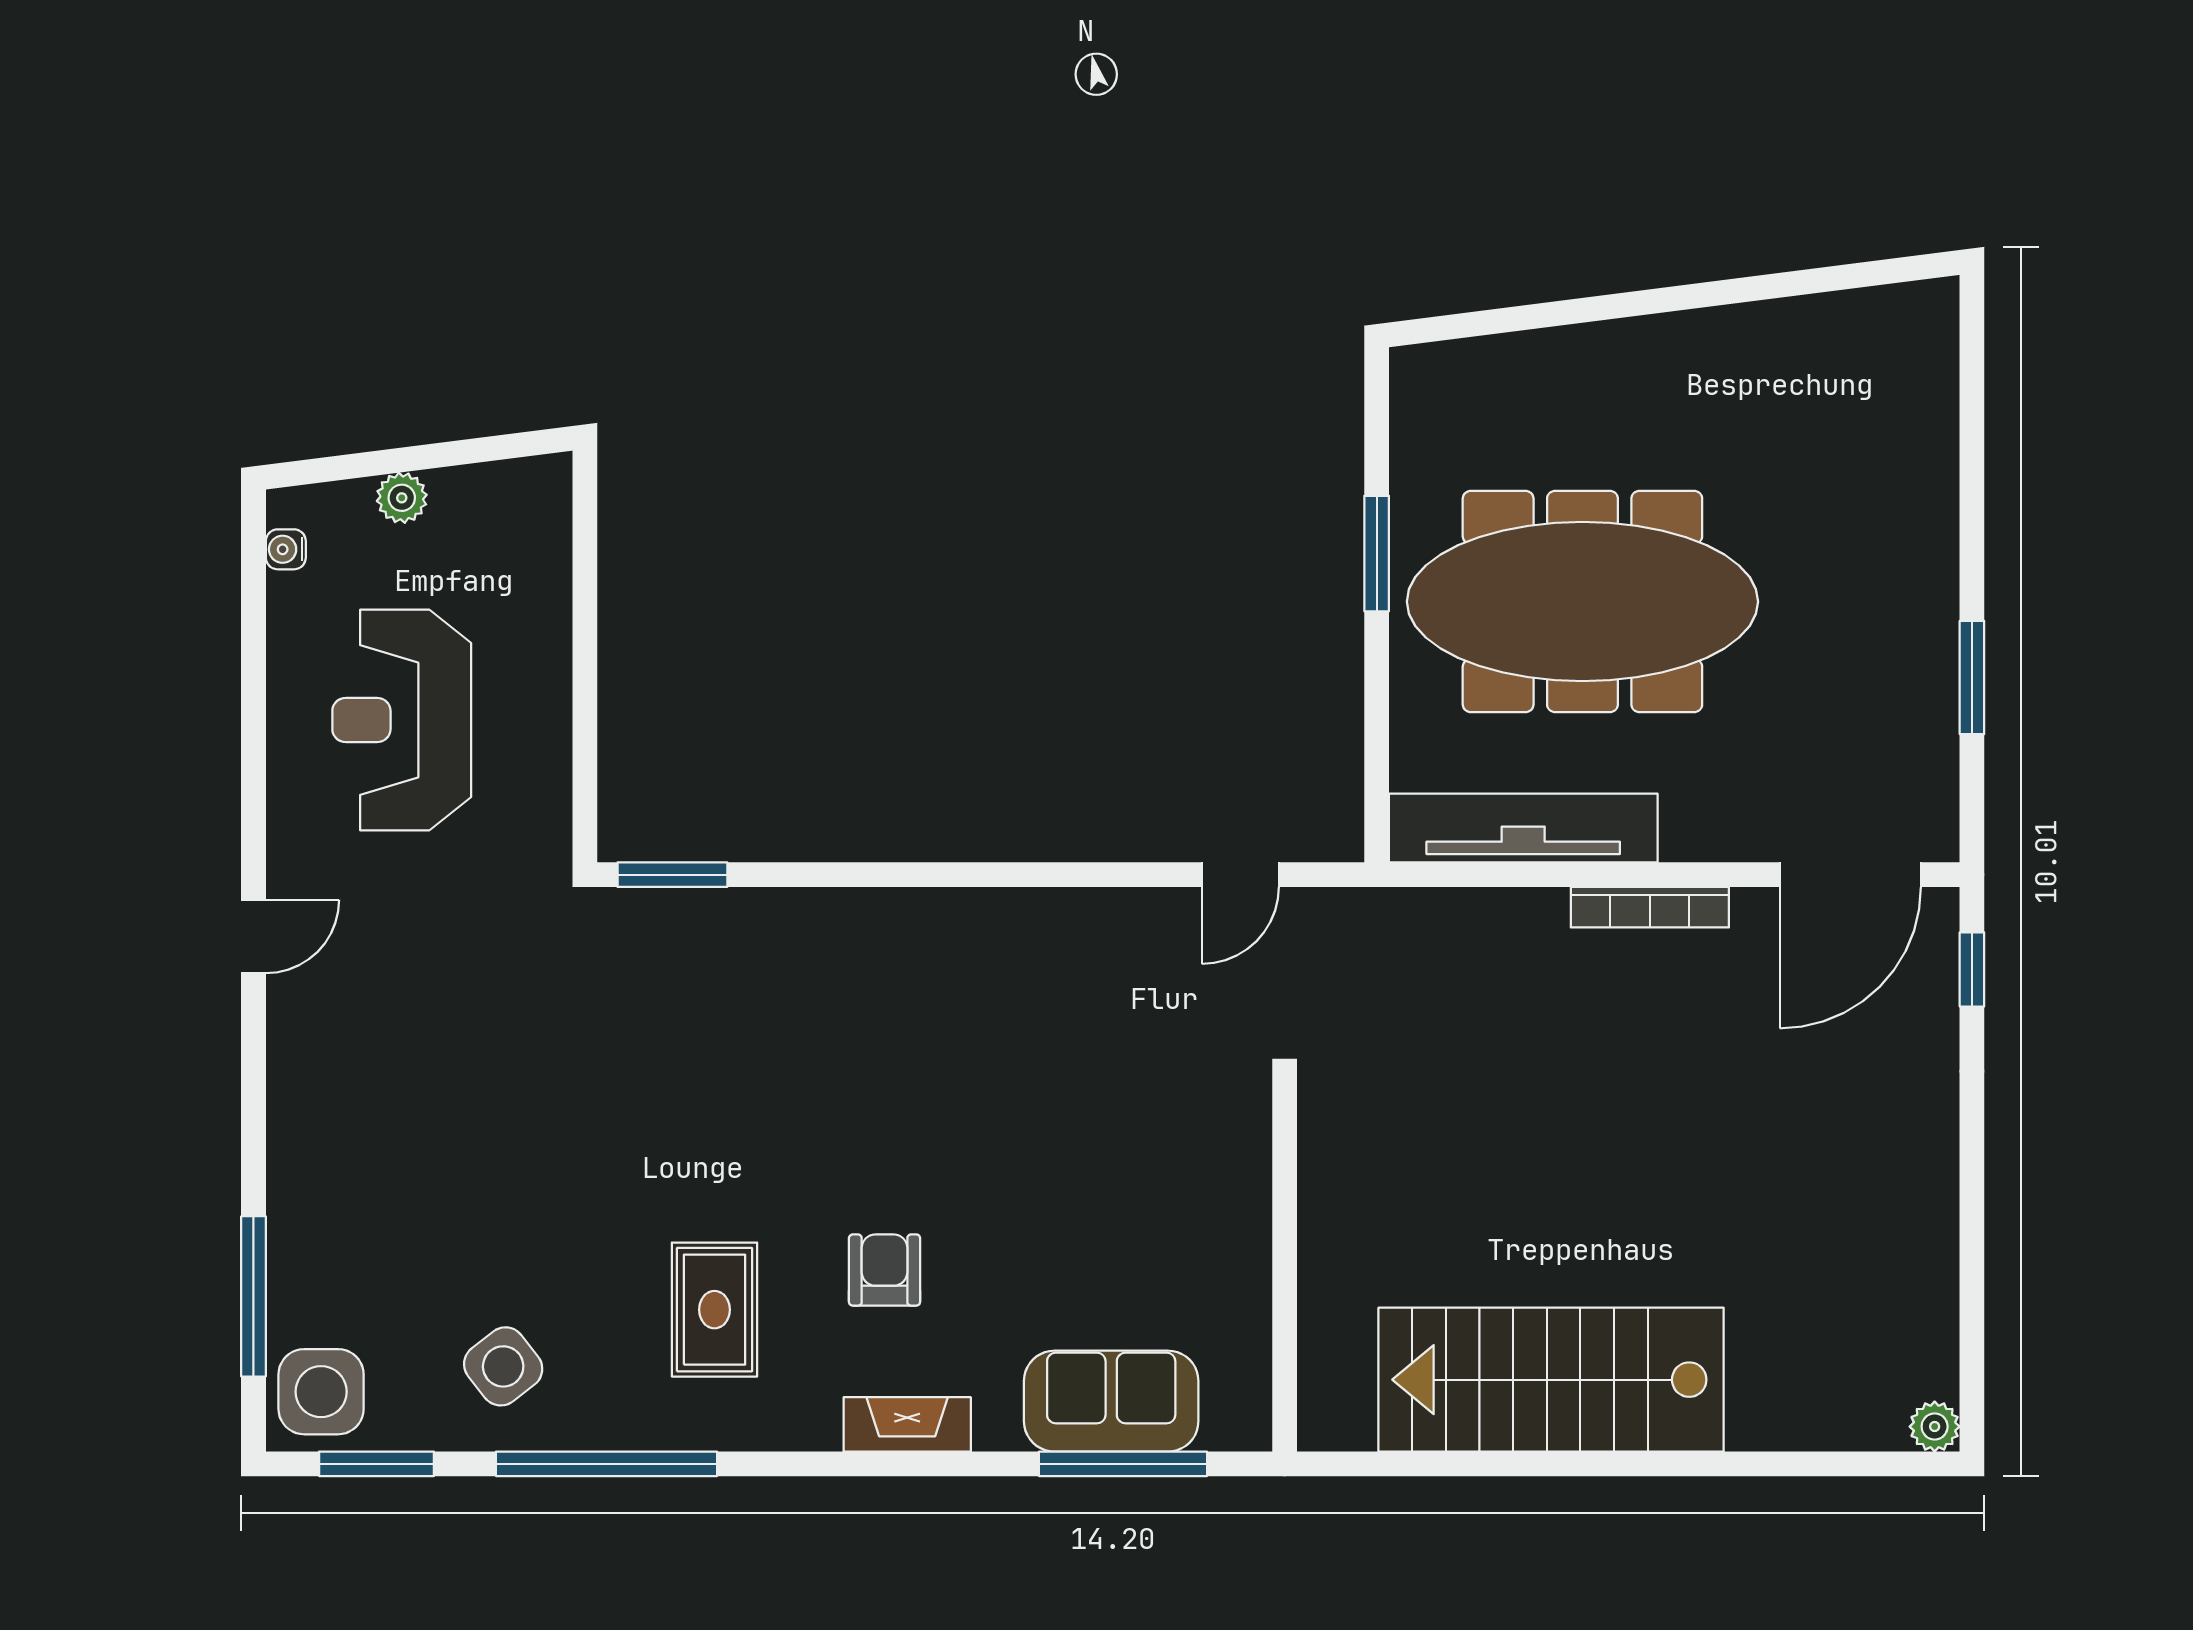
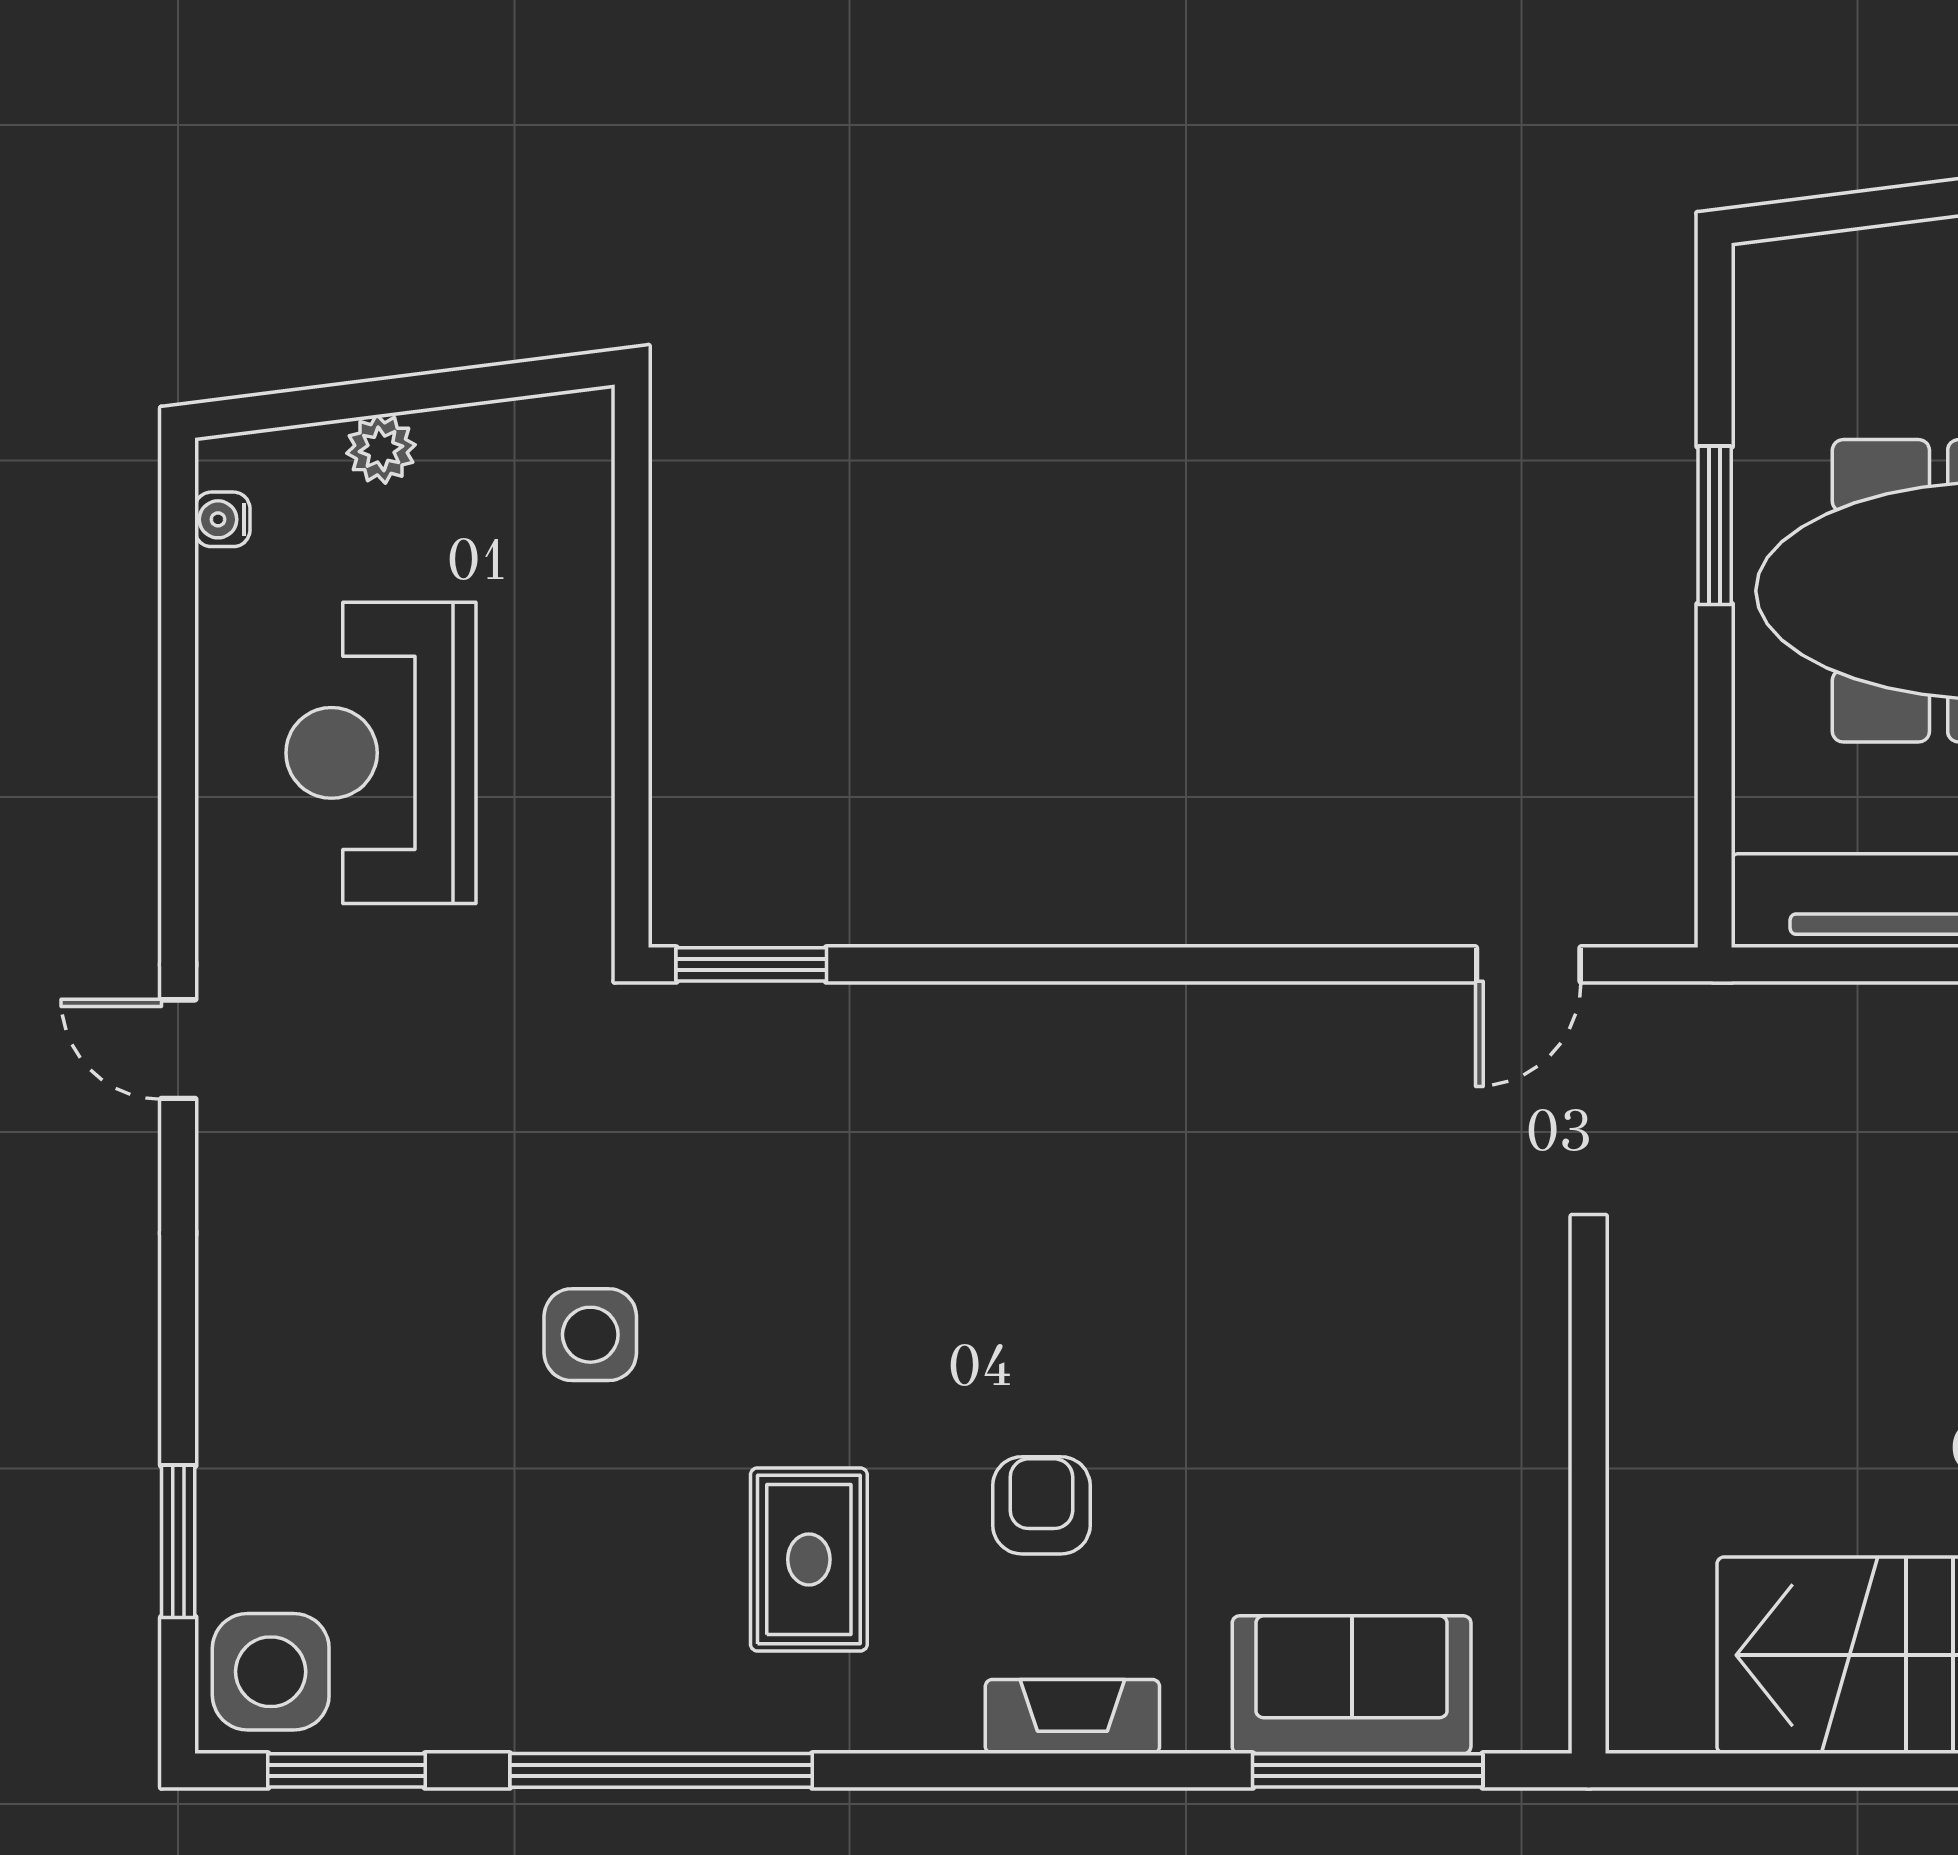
door: (253, 937) -> (178, 1049), swing flipped
window: (253, 1296) -> (178, 1541), width x0.69
side table: (503, 1366) -> (590, 1335), moved, turned 38

